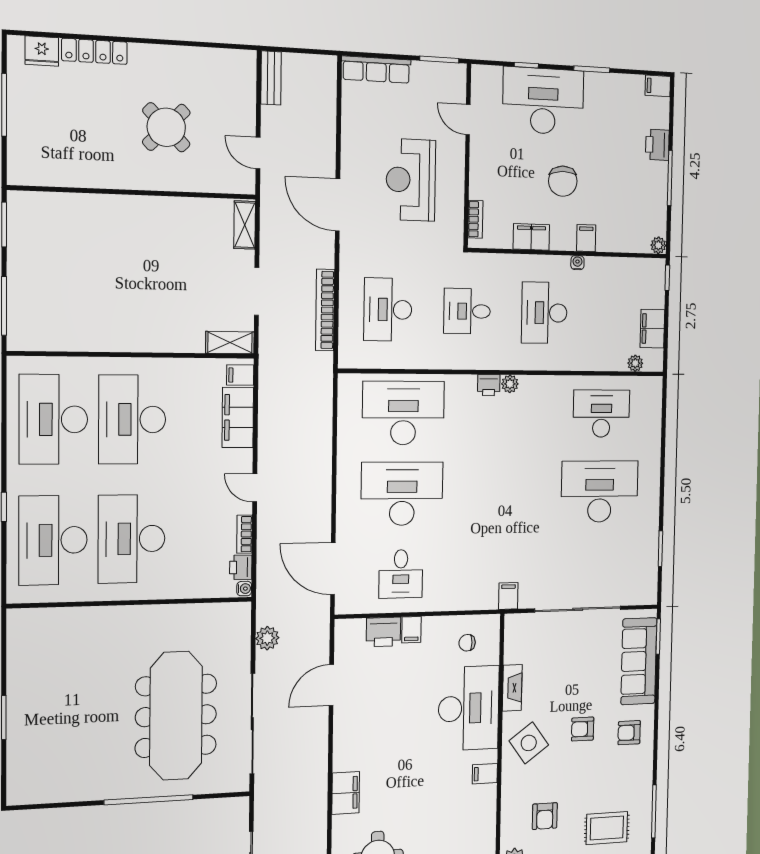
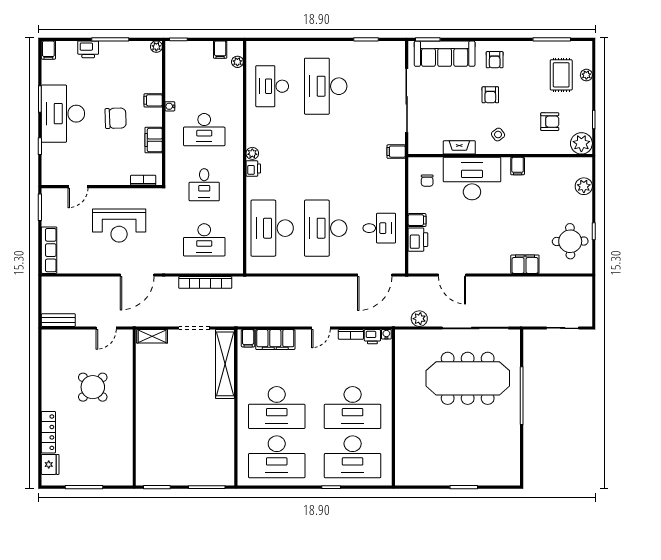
desk: (543, 101) -> (63, 114), moved
filing cabinet: (652, 329) -> (220, 50), width x0.50
shelving: (230, 343) -> (225, 364), width x2.20, depth x1.33
side table: (529, 743) -> (498, 135), width x0.54, depth x0.54

